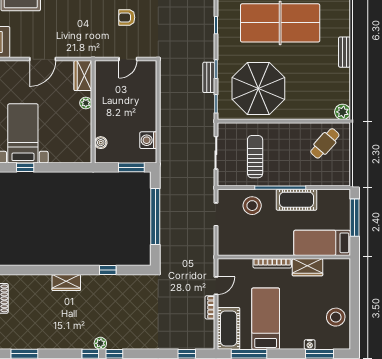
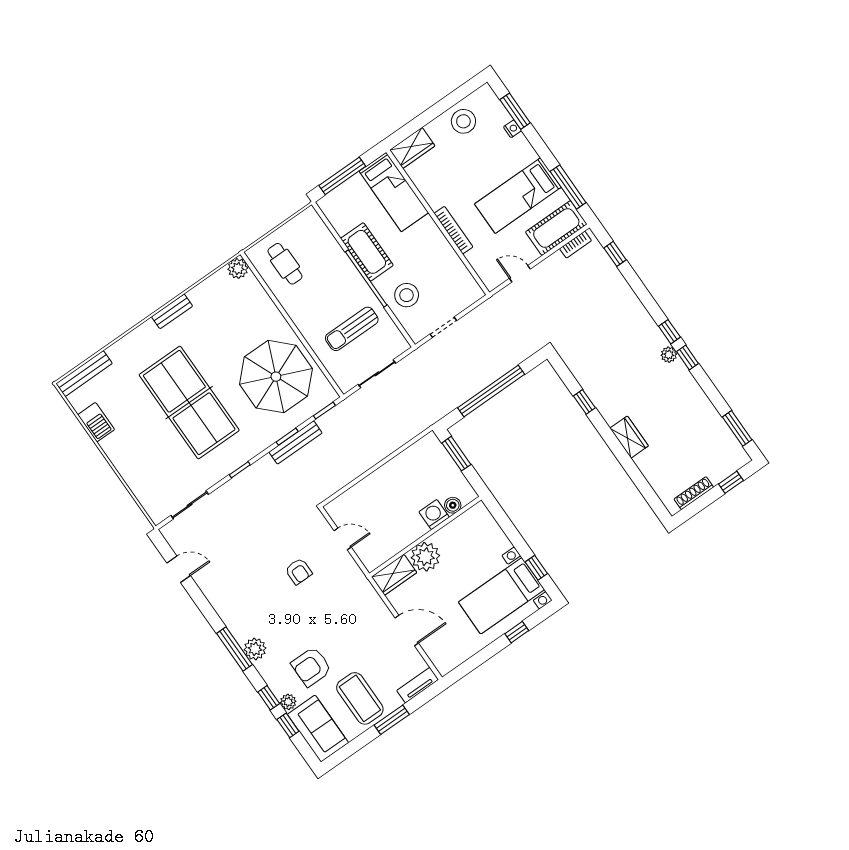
bench: (209, 77) -> (295, 442), width x1.36
plant: (86, 103) -> (425, 557), width x1.87, depth x1.87
washing machine: (148, 140) -> (434, 515), moved, turned 180
cafe table: (325, 143) -> (285, 264), turned 48
wardrobe: (308, 267) -> (412, 148), moved, turned 90
bookcase: (210, 307) -> (575, 245), moved

